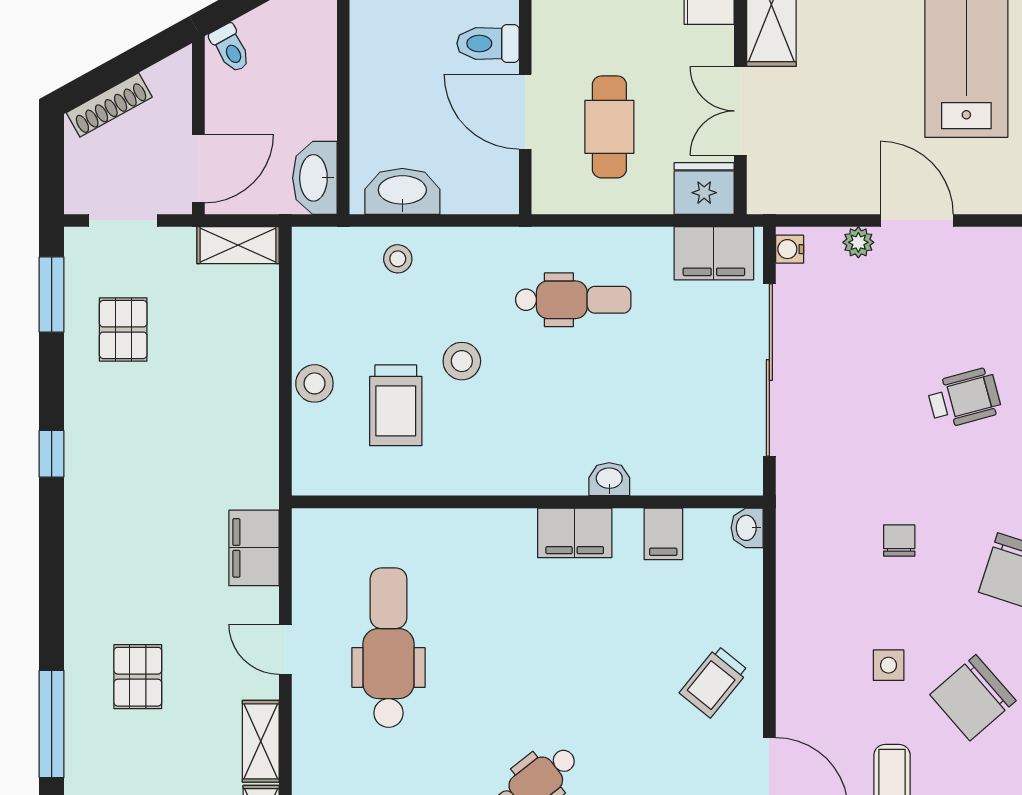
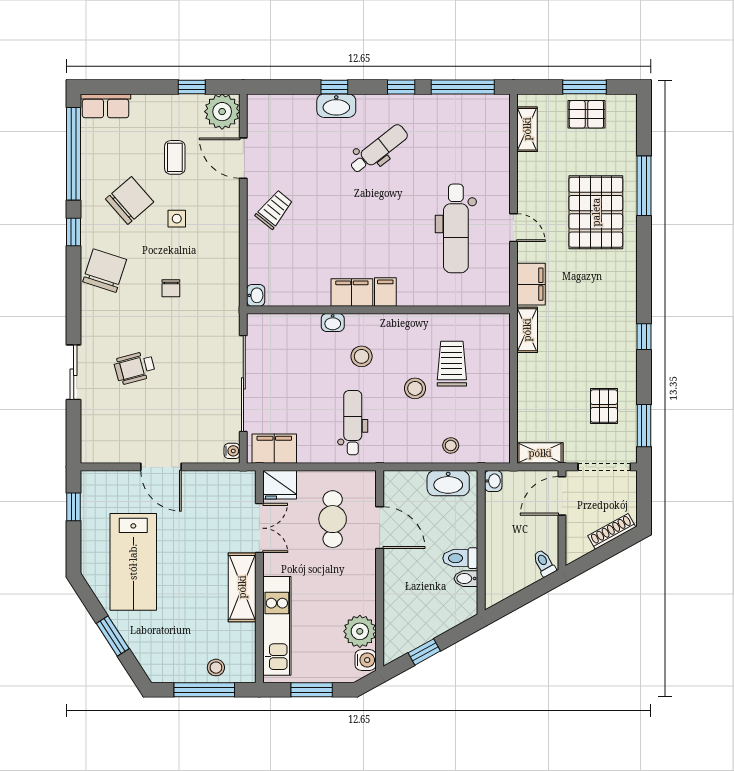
bidet: (371, 21) -> (466, 579), added
toilet: (488, 43) -> (460, 558), moved, turned 180
washbasin: (315, 178) -> (493, 481), width x0.52, depth x0.69
doorway: (123, 220) -> (604, 467), width x1.38
plant: (858, 242) -> (194, 455), removed
dental chair: (573, 300) -> (353, 423), turned 90
stool: (314, 383) -> (362, 356), moved
filing cabinet: (663, 534) -> (385, 292), moved
pallet: (138, 677) -> (596, 212), width x2.05, depth x2.00
shelving: (261, 741) -> (527, 330), moved

